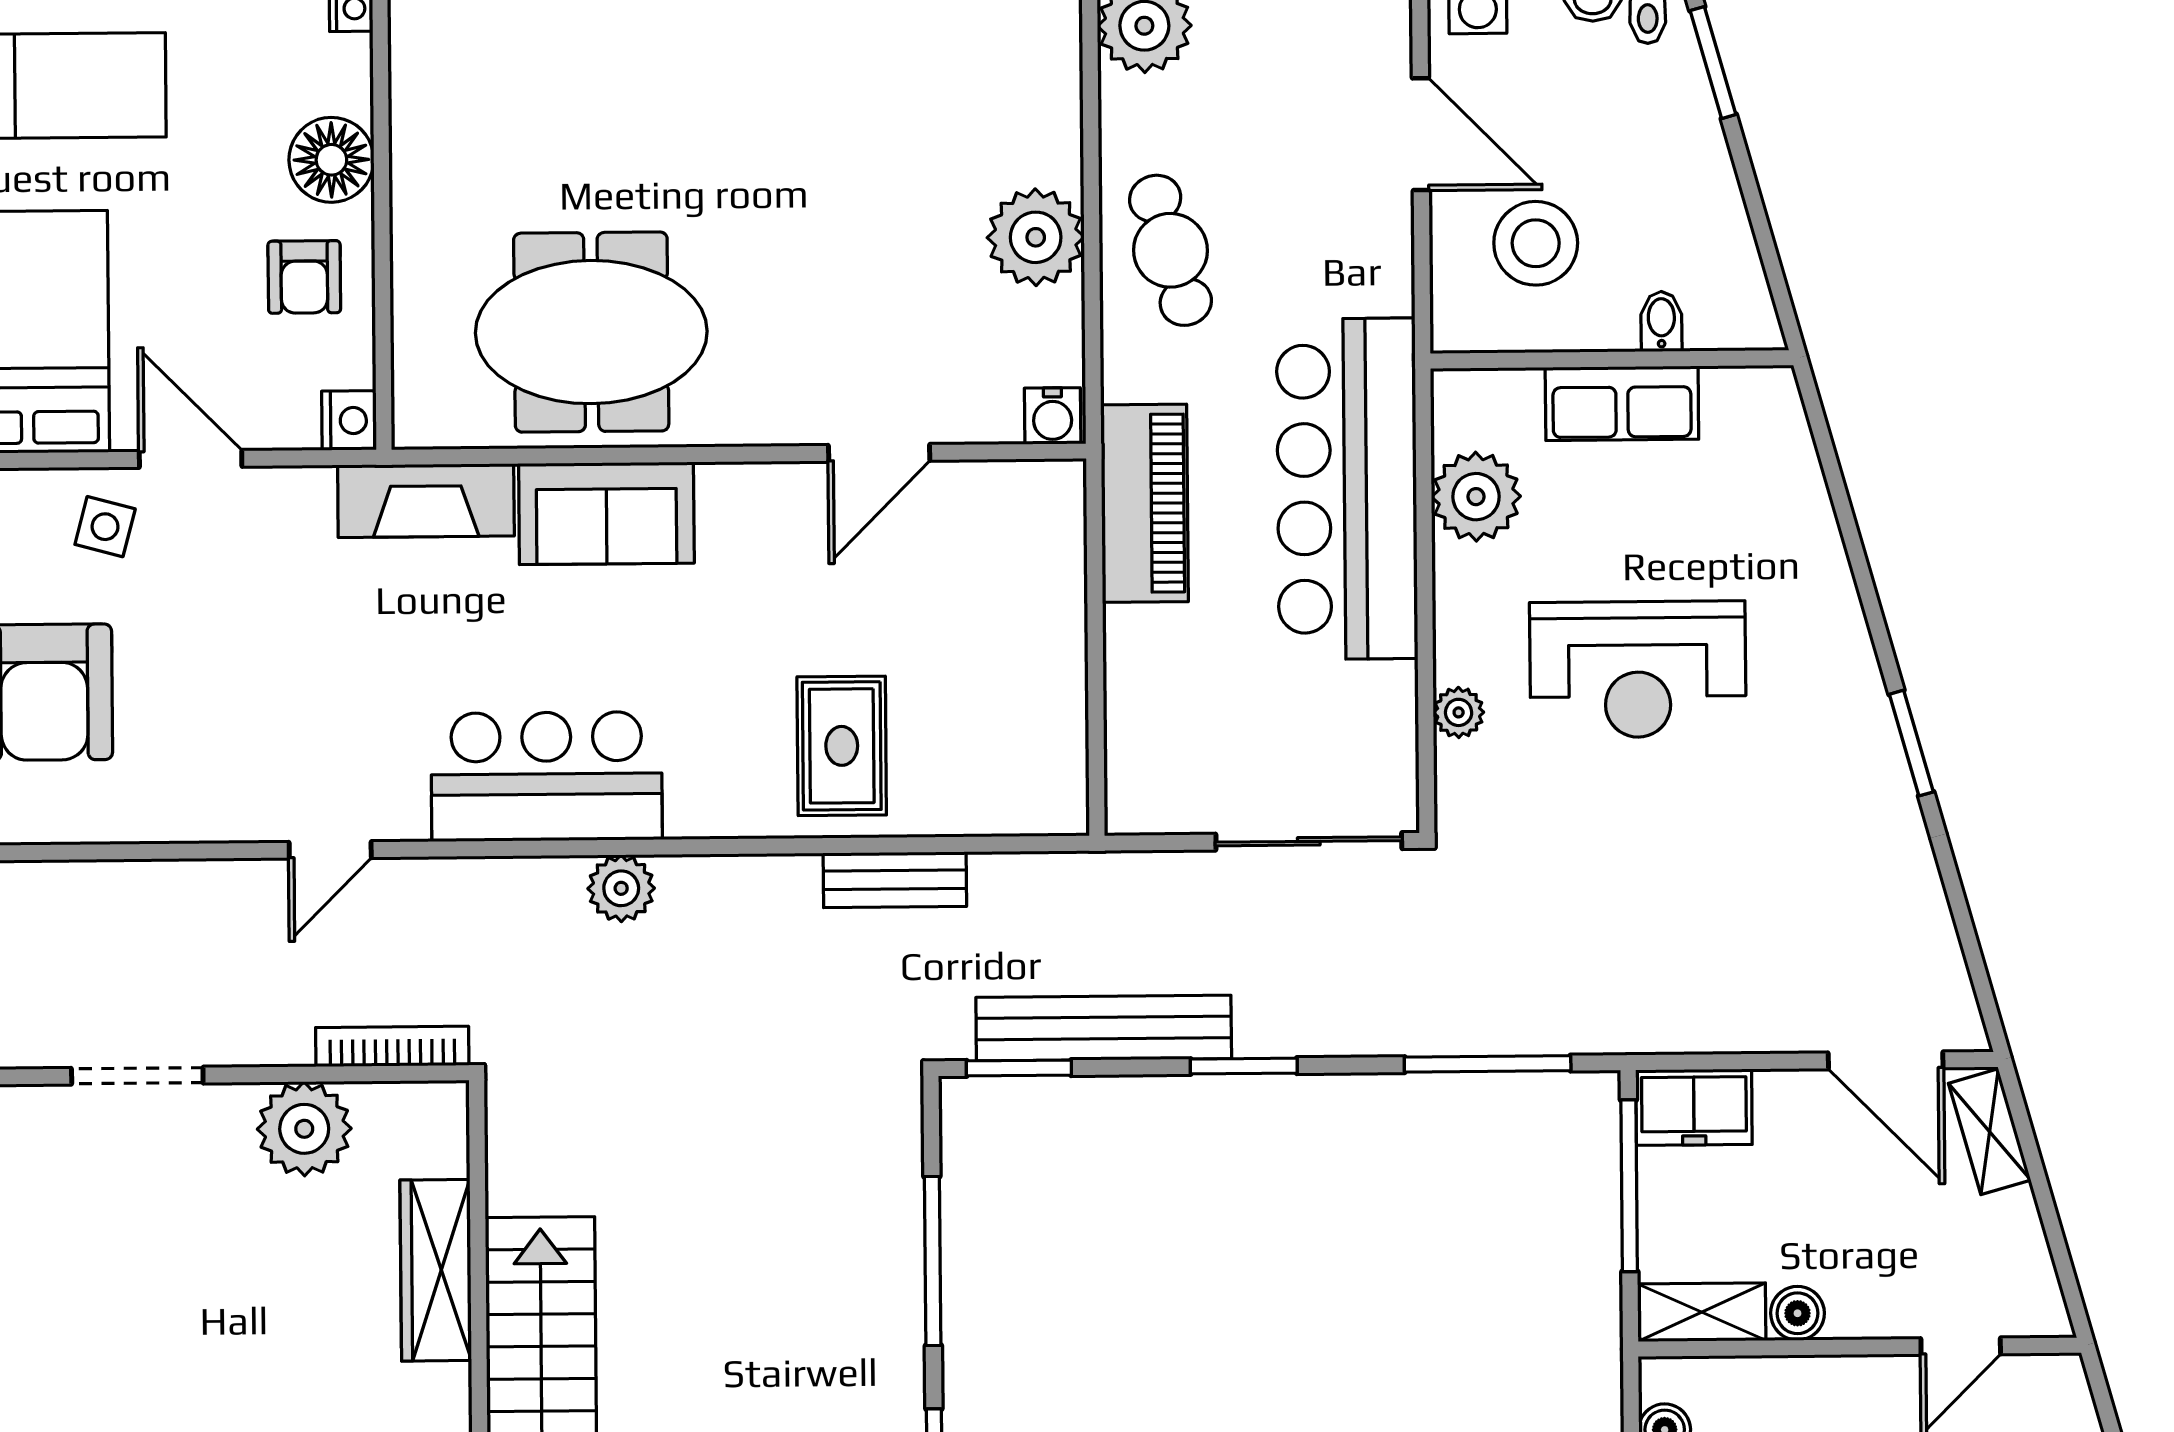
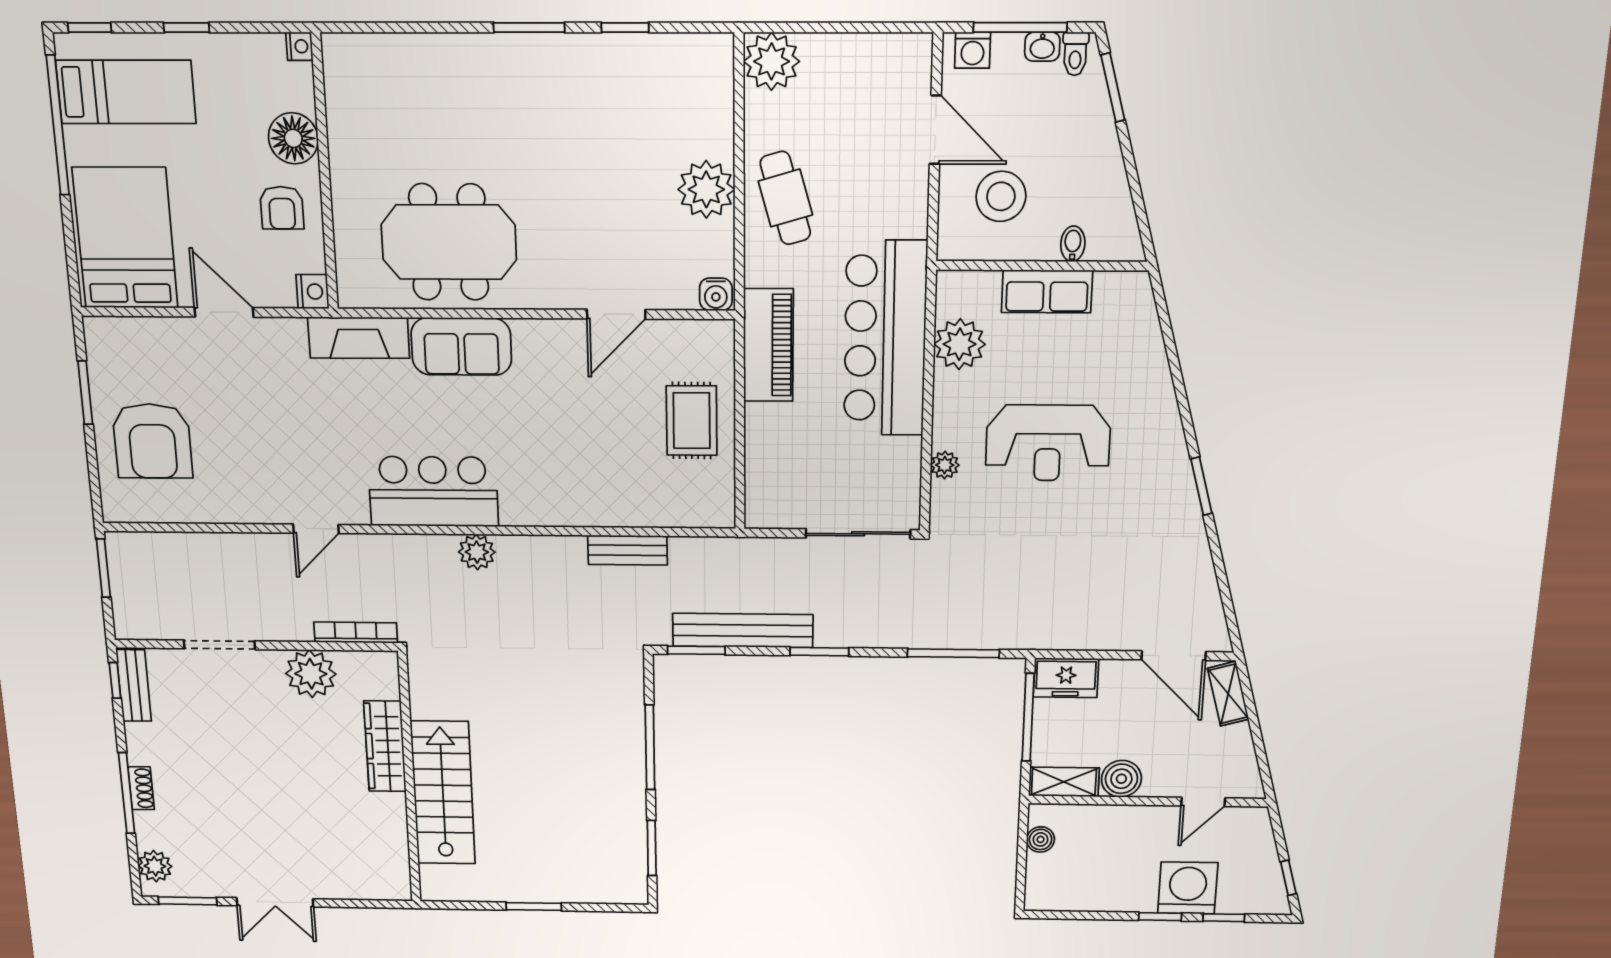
side table: (105, 527) -> (179, 350), removed
rug: (842, 746) -> (692, 421), moved
boiler: (1798, 1313) -> (1121, 779), width x1.36, depth x1.36

